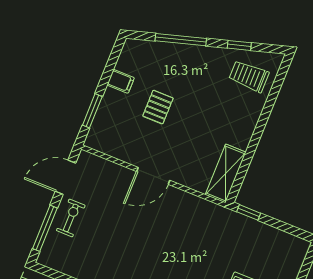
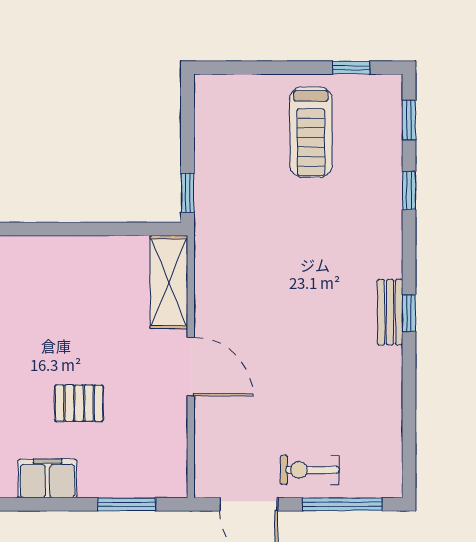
filing cabinet: (121, 81) -> (48, 478), width x2.00
shelving: (226, 174) -> (169, 282), moved, turned 90

